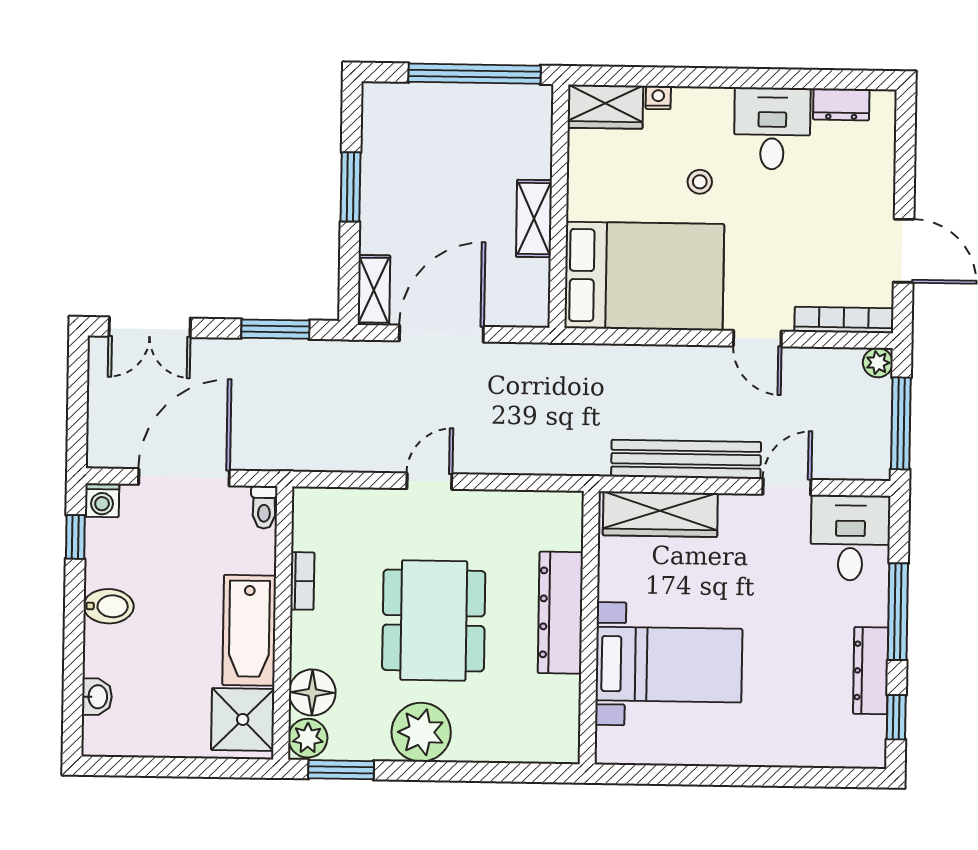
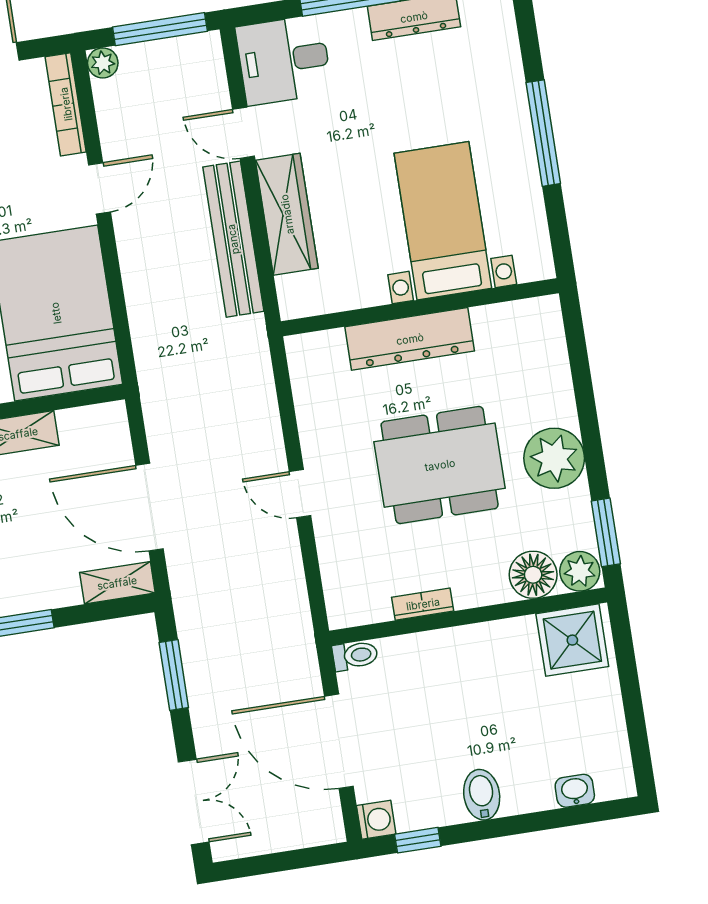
wardrobe: (660, 514) -> (287, 214), moved
bathtub: (249, 630) -> (481, 649), removed
window: (737, 776) -> (543, 133), added

